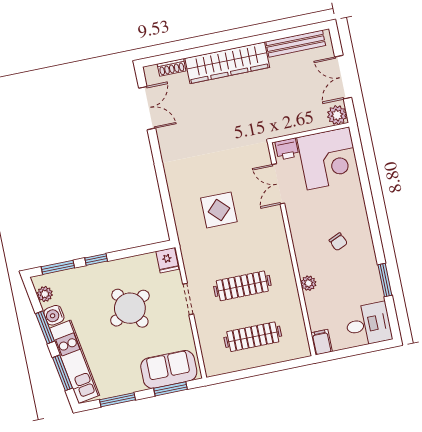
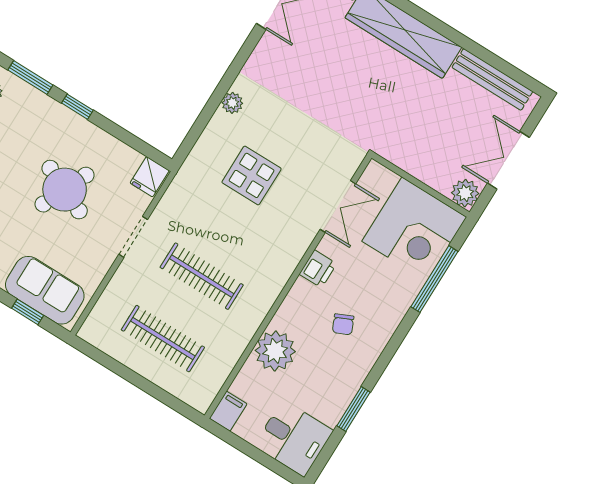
printer: (287, 149) -> (318, 269), moved, turned -90
window: (363, 174) -> (434, 279), added
plant: (174, 182) -> (232, 103), added
double door: (278, 184) -> (338, 207), swing flipped
plant: (308, 283) -> (275, 351), width x1.87, depth x1.87
round table: (130, 308) -> (65, 190), turned -35
window: (170, 389) -> (28, 312), width x0.67

